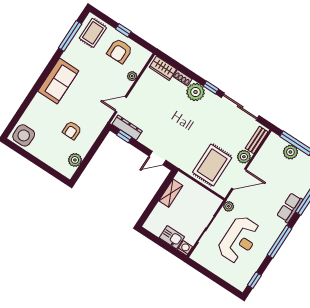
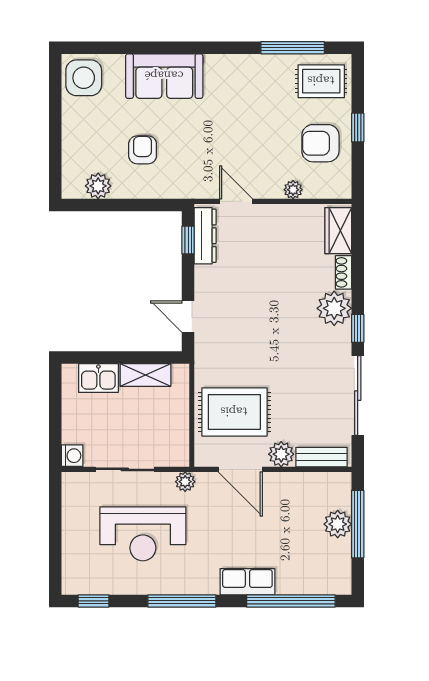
sofa: (58, 81) -> (164, 76), moved
armchair: (72, 130) -> (143, 150), turned 90
kitchen sink: (172, 237) -> (98, 378), moved, turned 90

